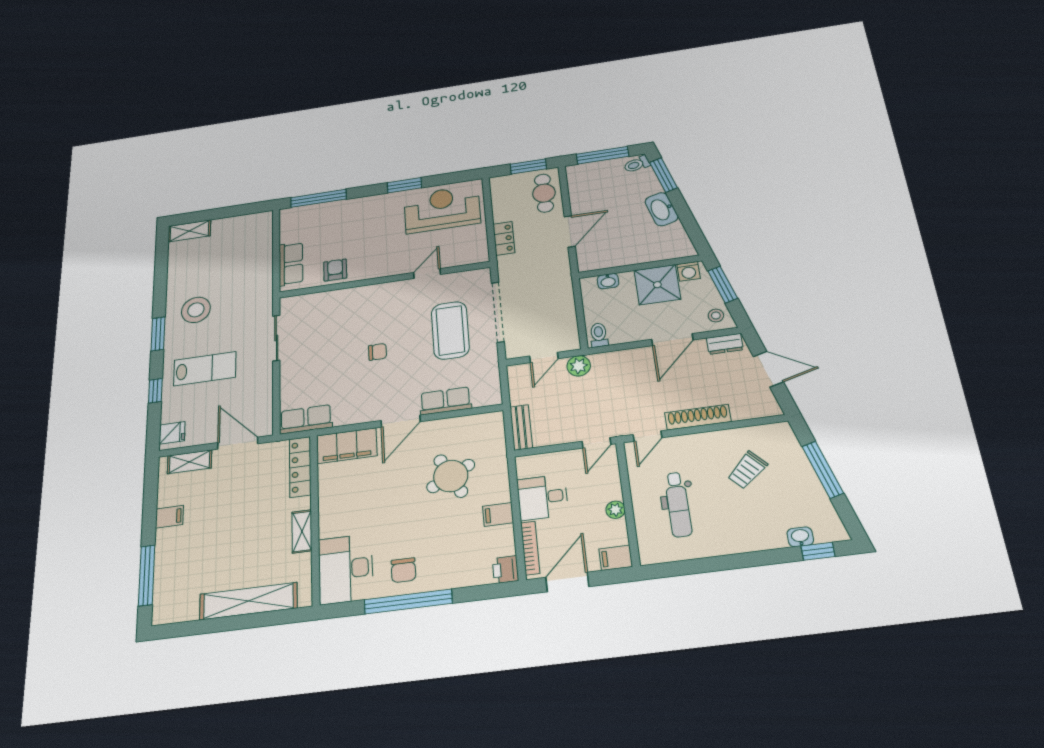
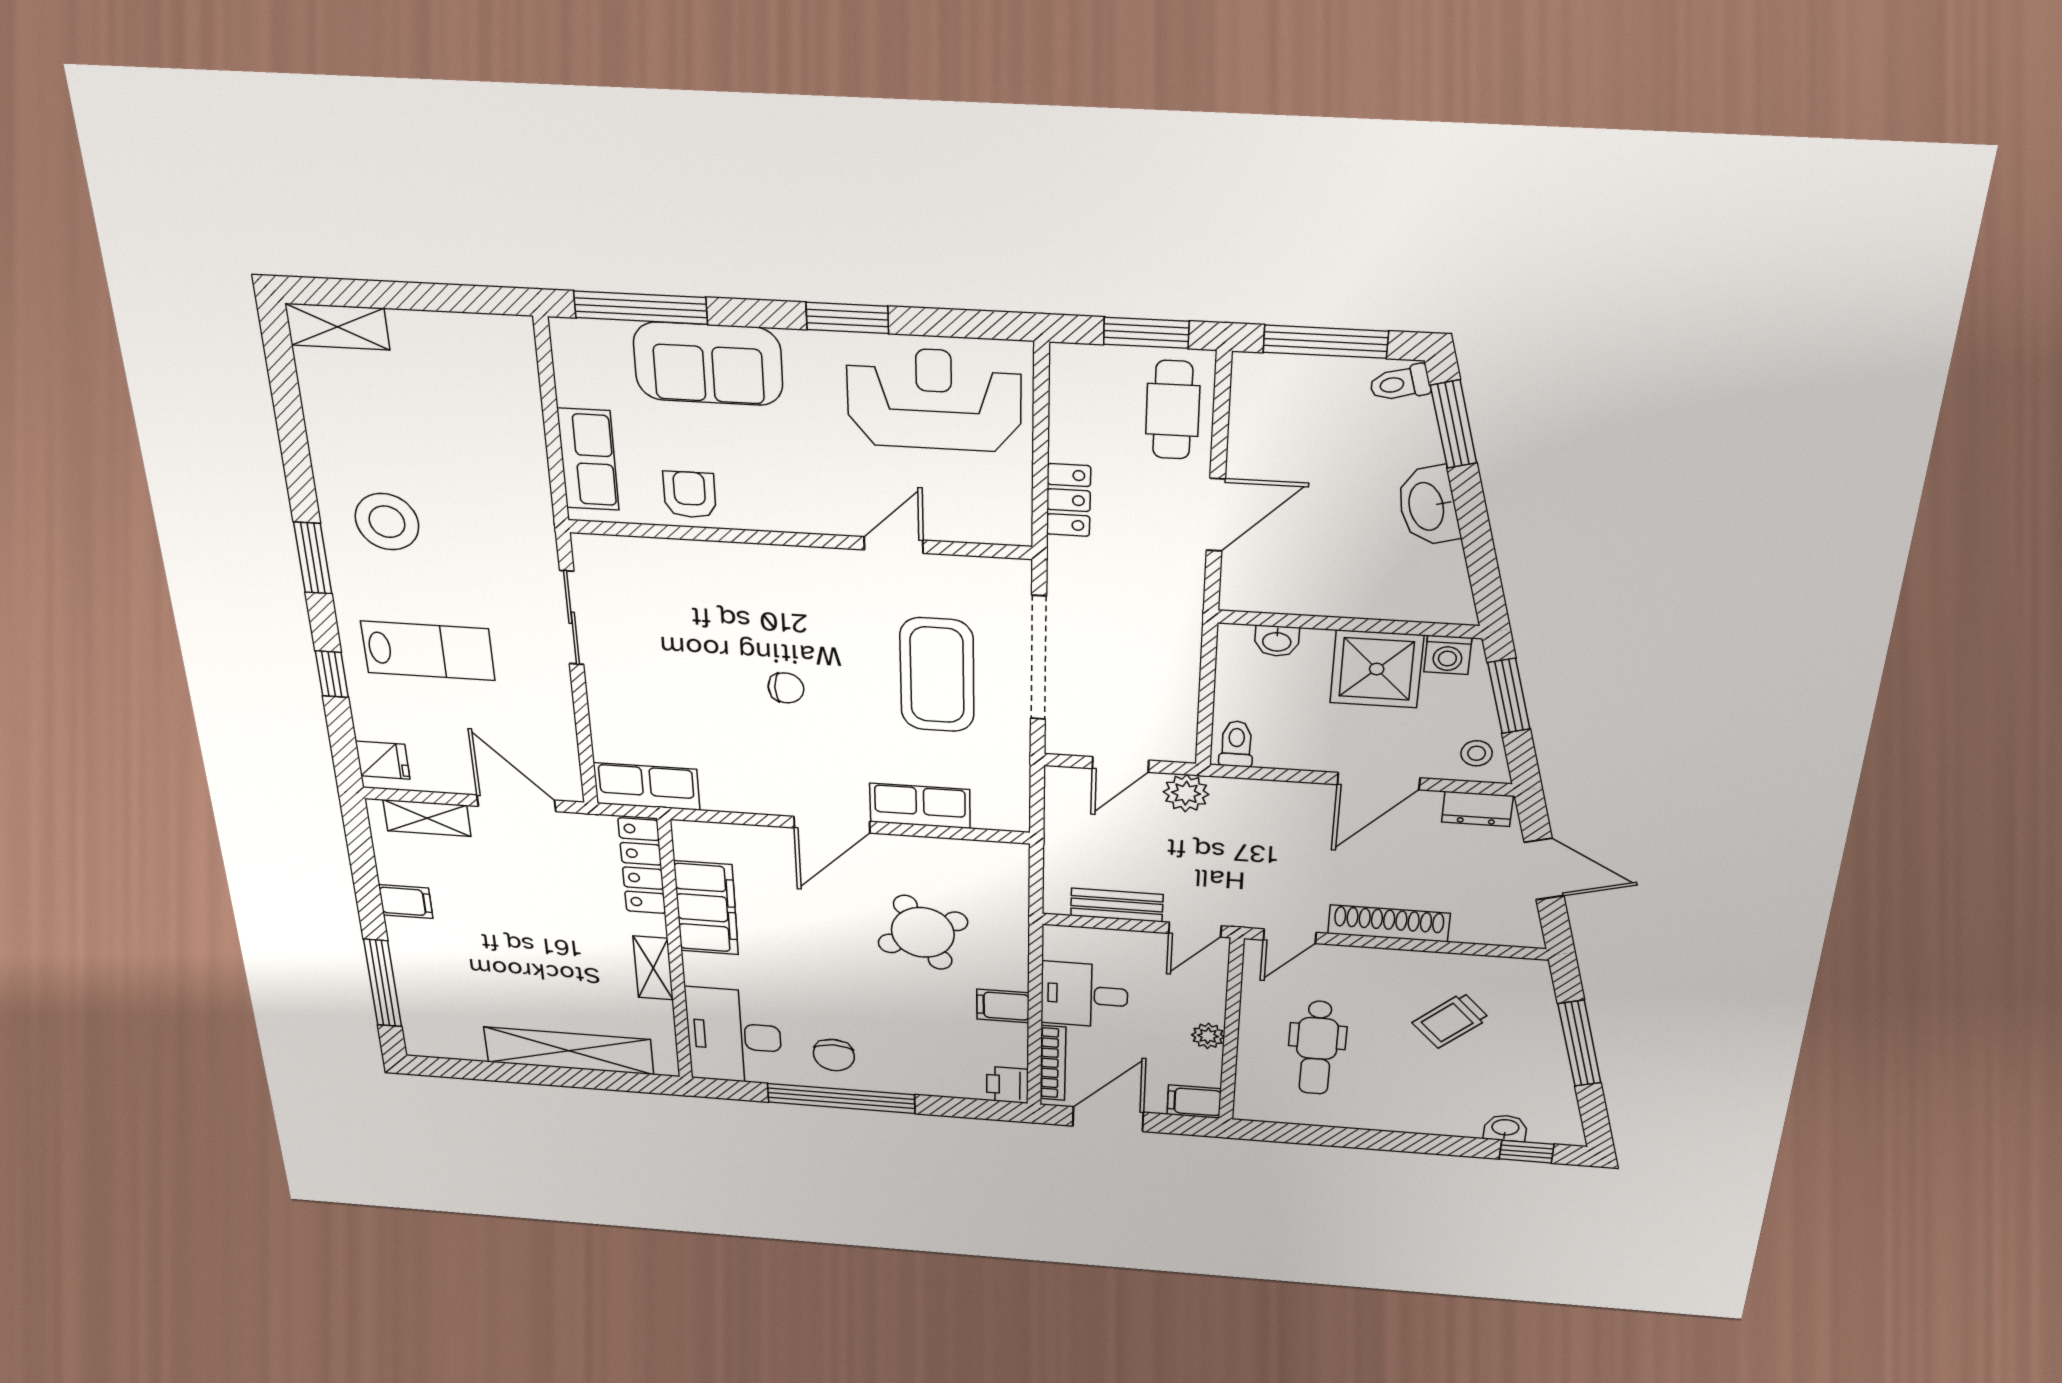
sofa: (346, 214) -> (708, 364), added
bench: (521, 427) -> (1117, 905), moved, turned 90
filing cabinet: (347, 446) -> (706, 908), moved, turned -90

